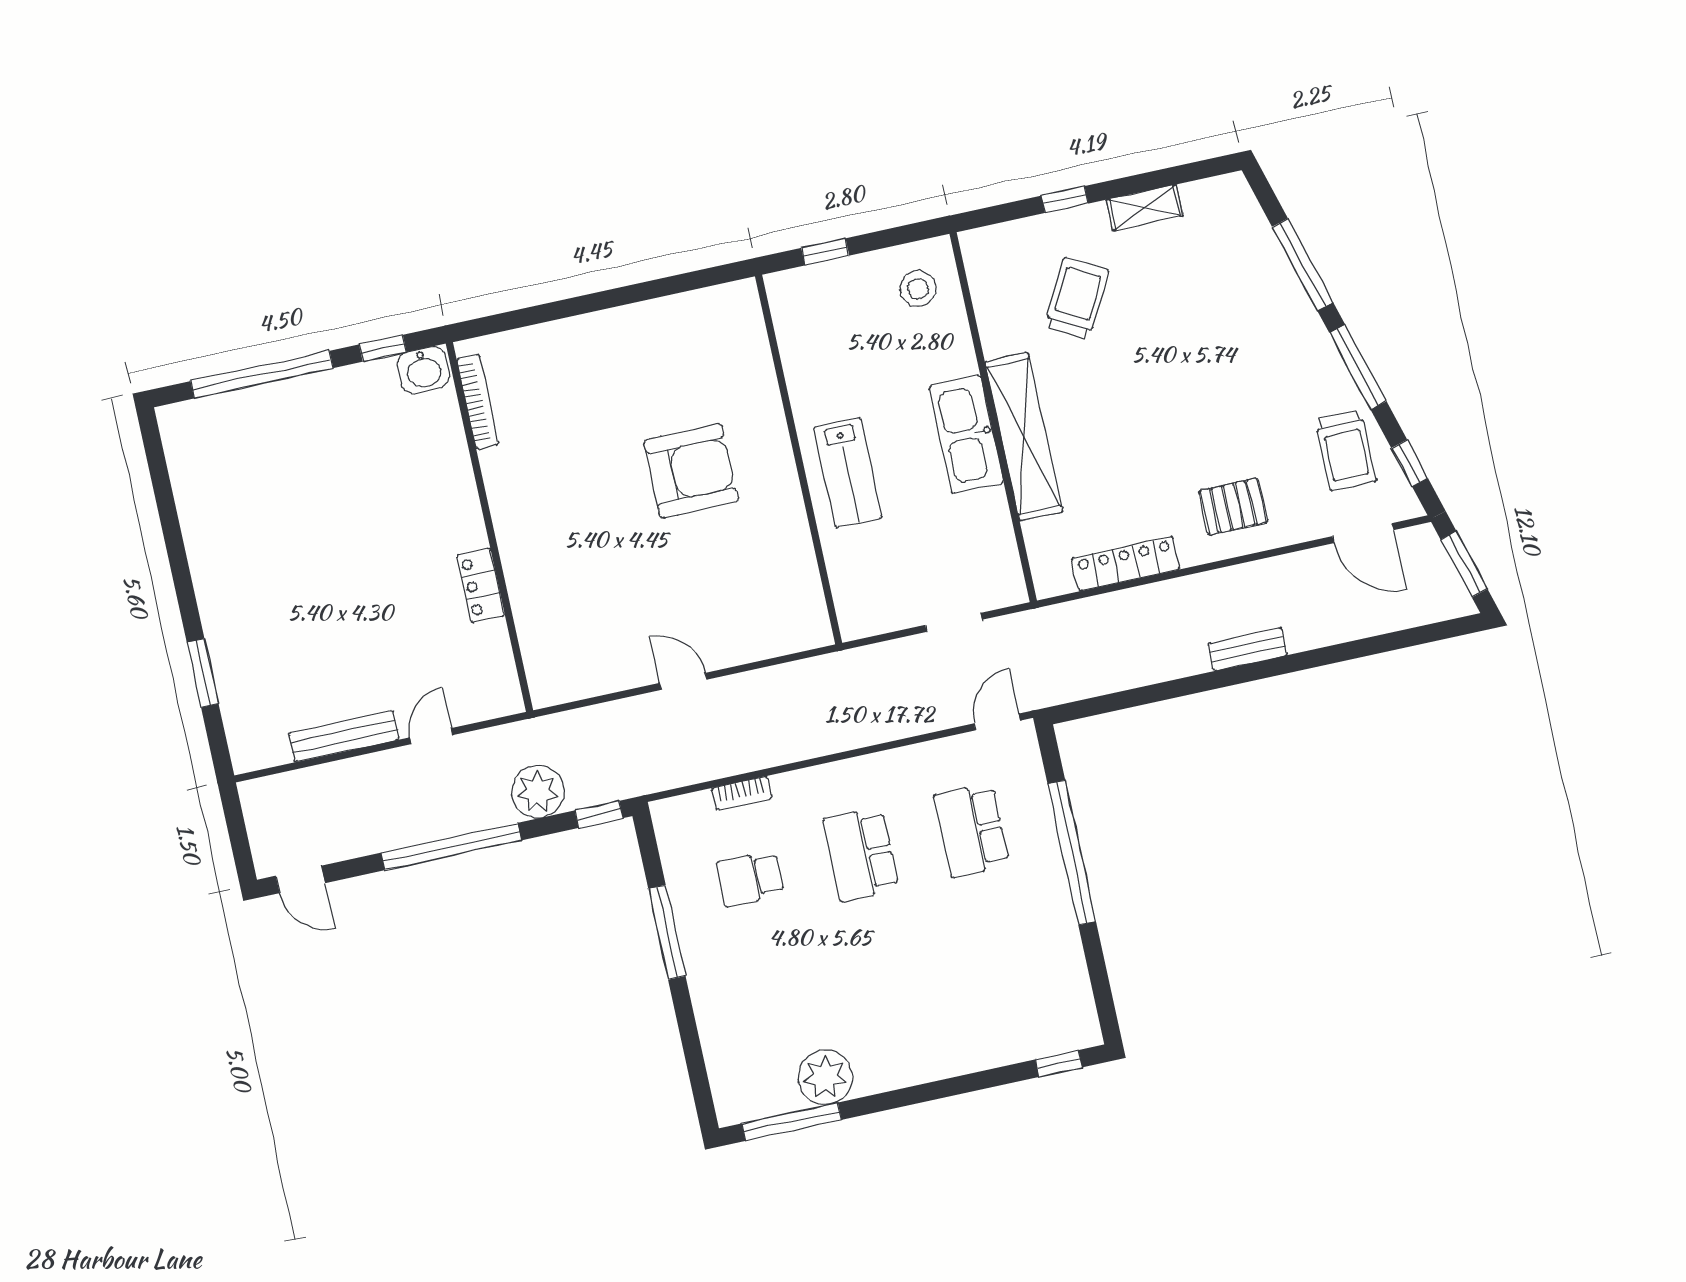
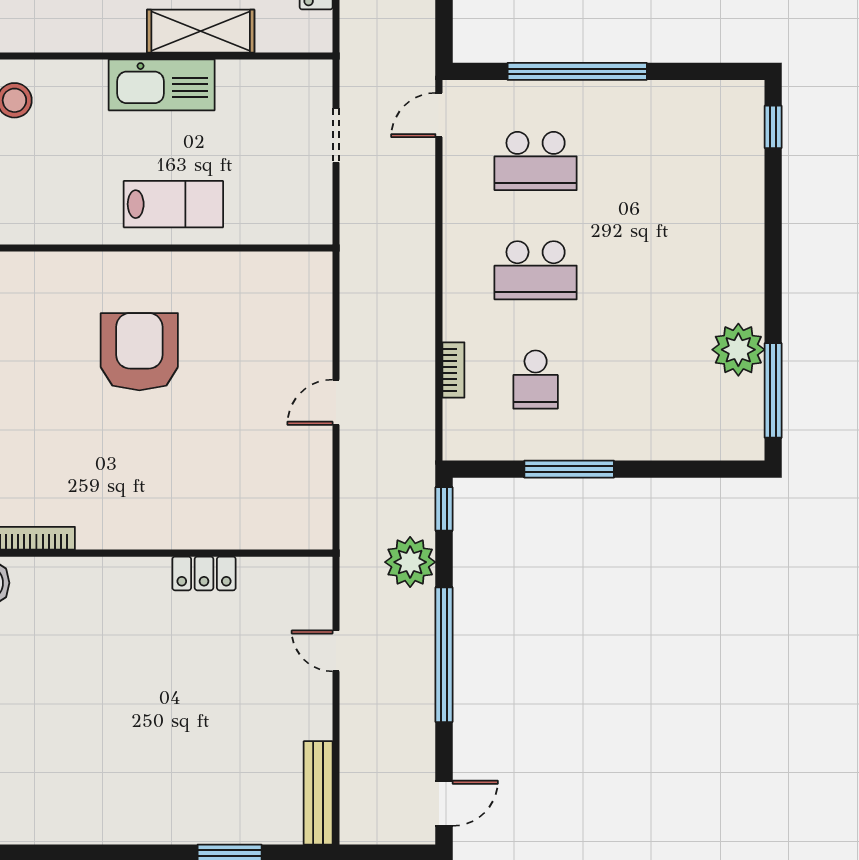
shelving: (1024, 437) -> (201, 31), width x0.68
door: (997, 722) -> (439, 115), hinge flipped
bench: (344, 736) -> (318, 793), moved

